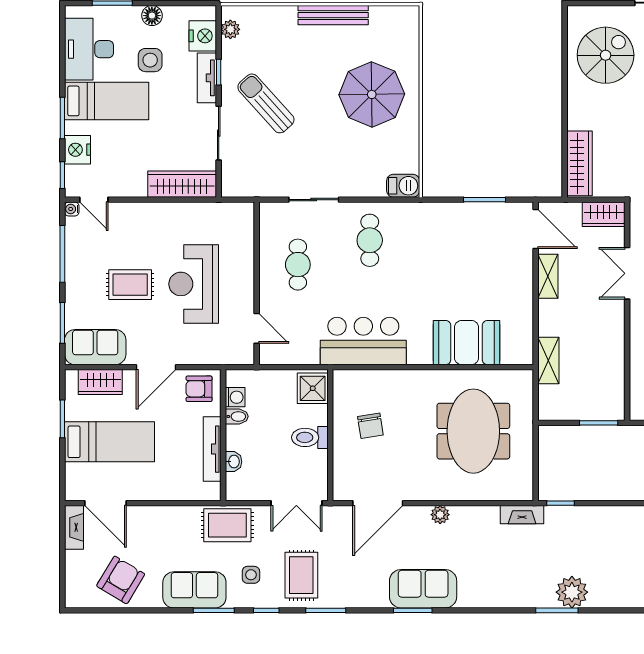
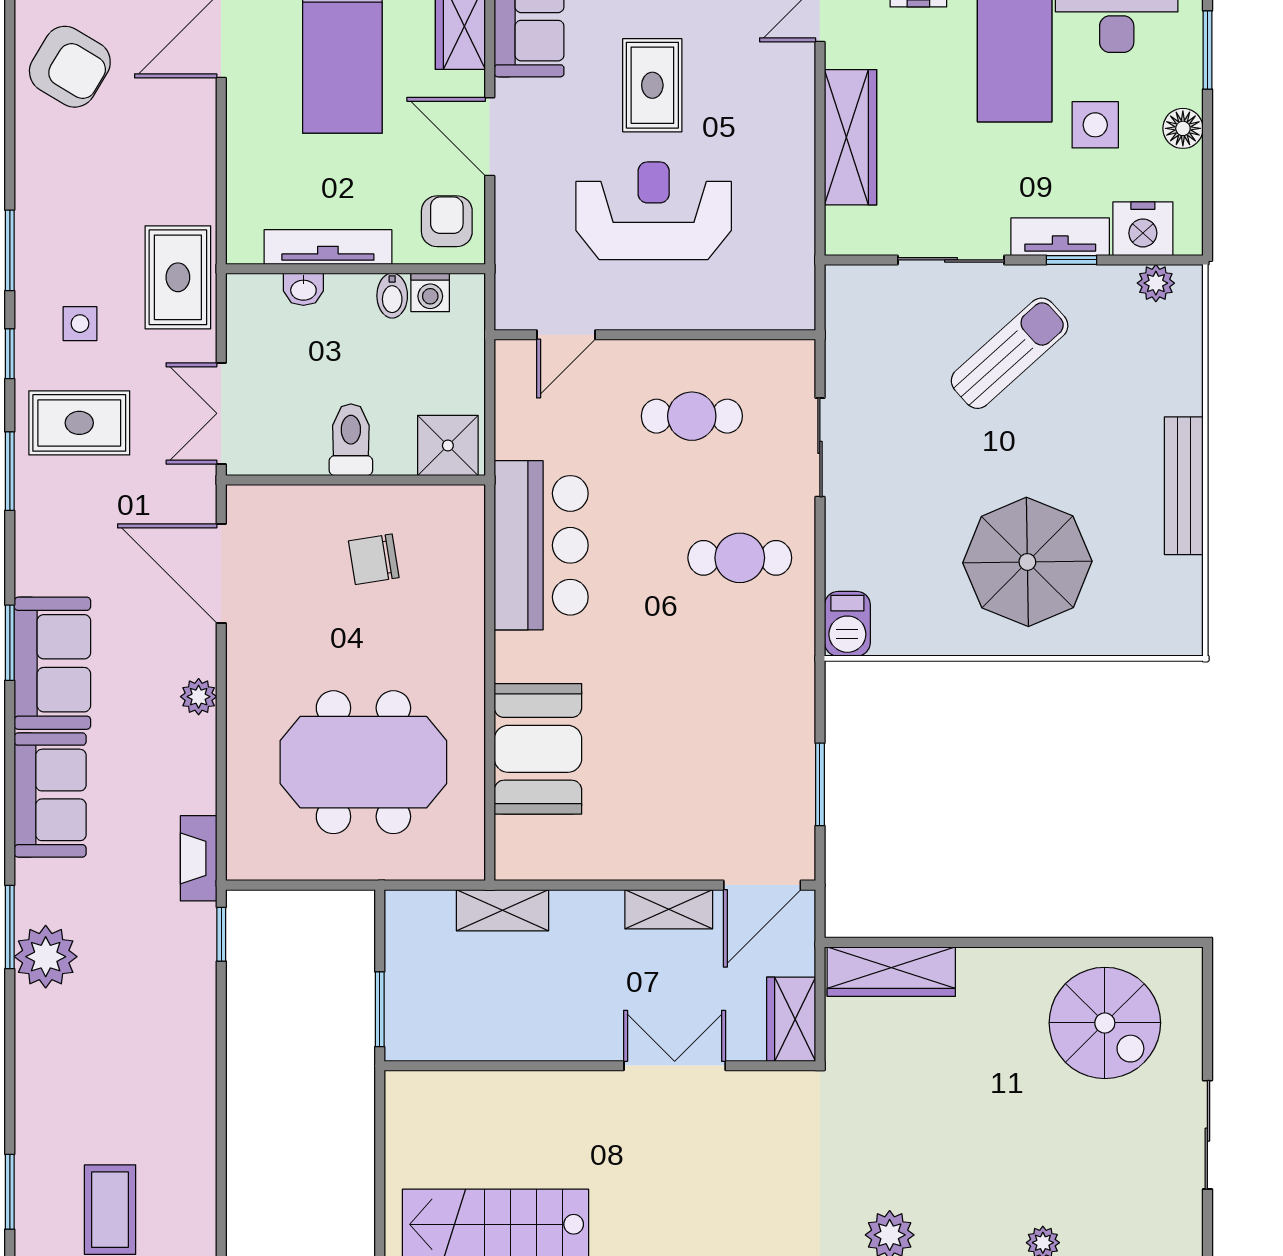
wardrobe: (182, 184) -> (851, 137), moved
sofa: (194, 590) -> (50, 795), moved

